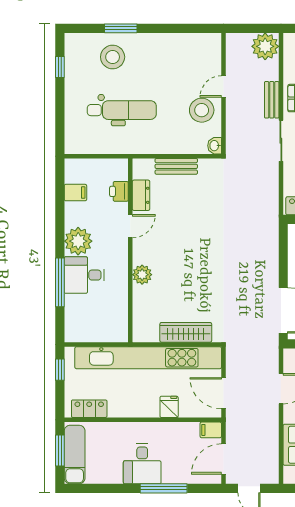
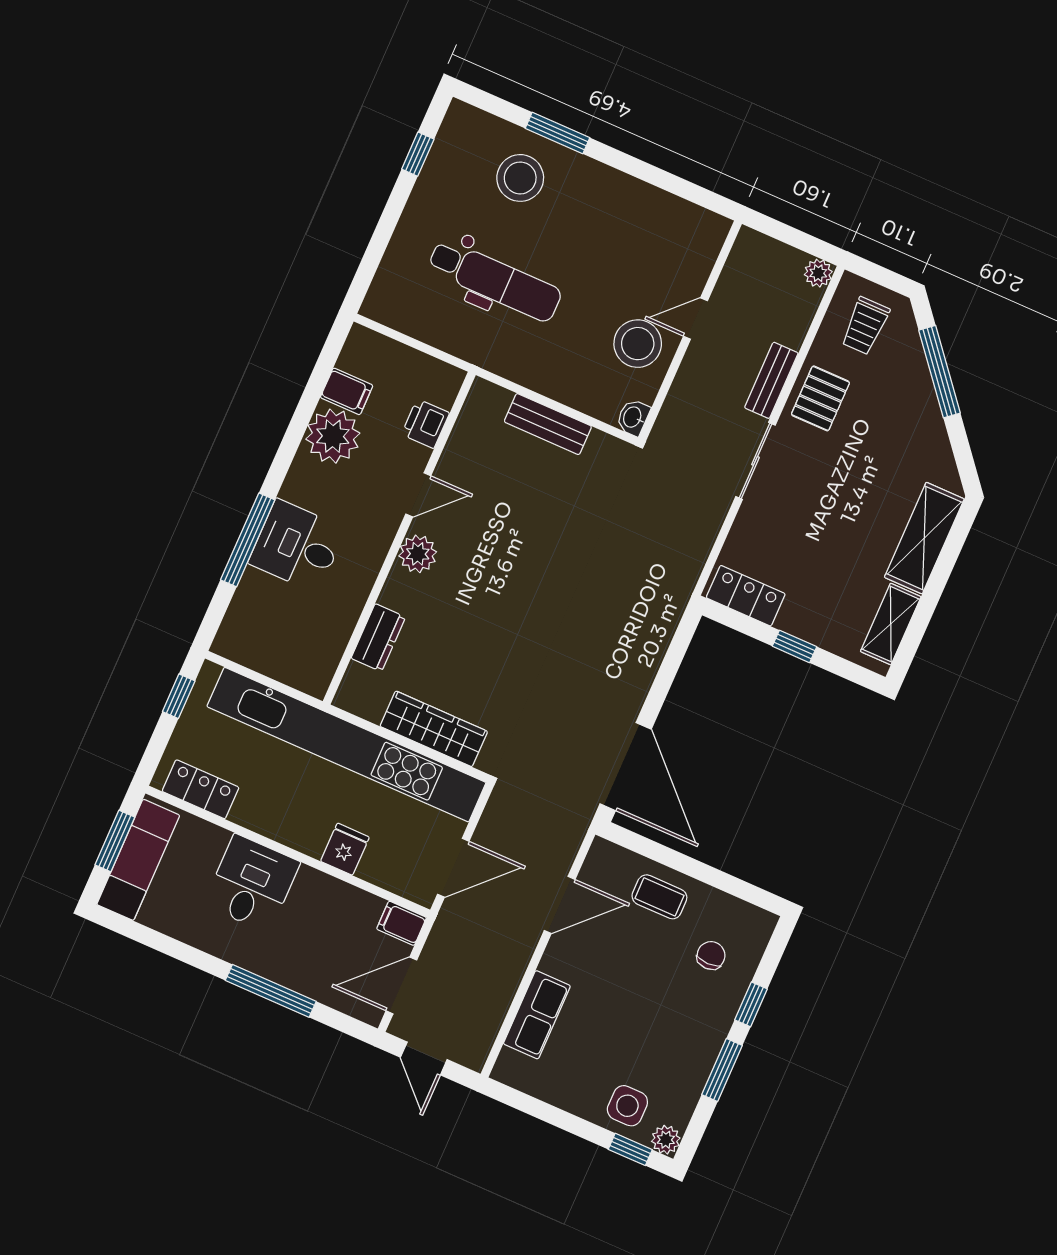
plant: (265, 46) -> (818, 273), width x0.53, depth x0.53
dresser: (141, 195) -> (378, 638), moved
plant: (78, 241) -> (333, 436), moved
plant: (142, 275) -> (418, 554), moved
door: (224, 393) -> (453, 868), swing flipped
desk: (142, 464) -> (252, 883), moved, turned 180

